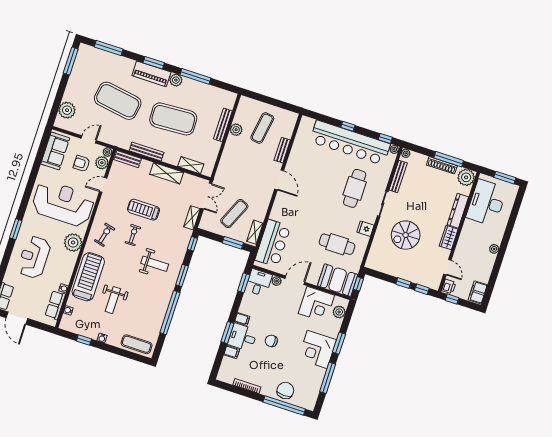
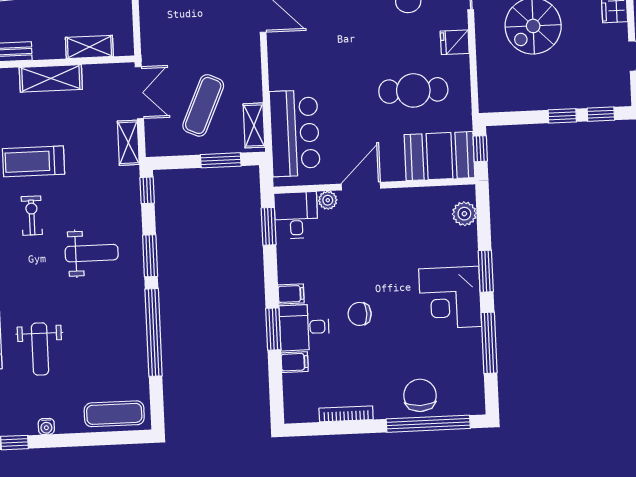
corner desk: (316, 304) -> (417, 215), removed

